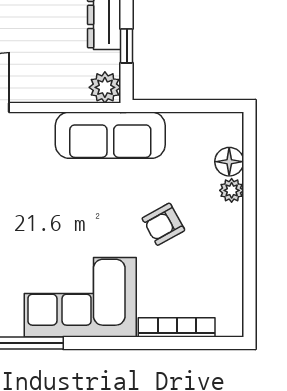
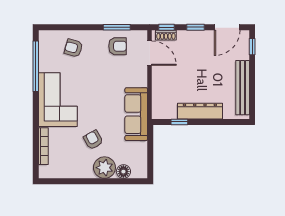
plant: (105, 87) -> (159, 112), removed
plant: (232, 190) -> (104, 168), width x1.88, depth x1.88

